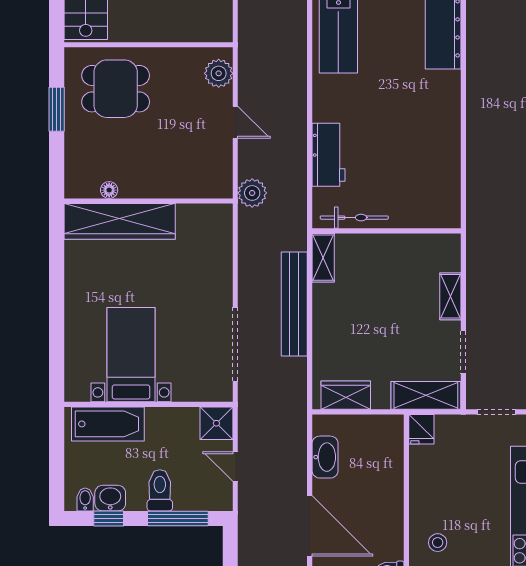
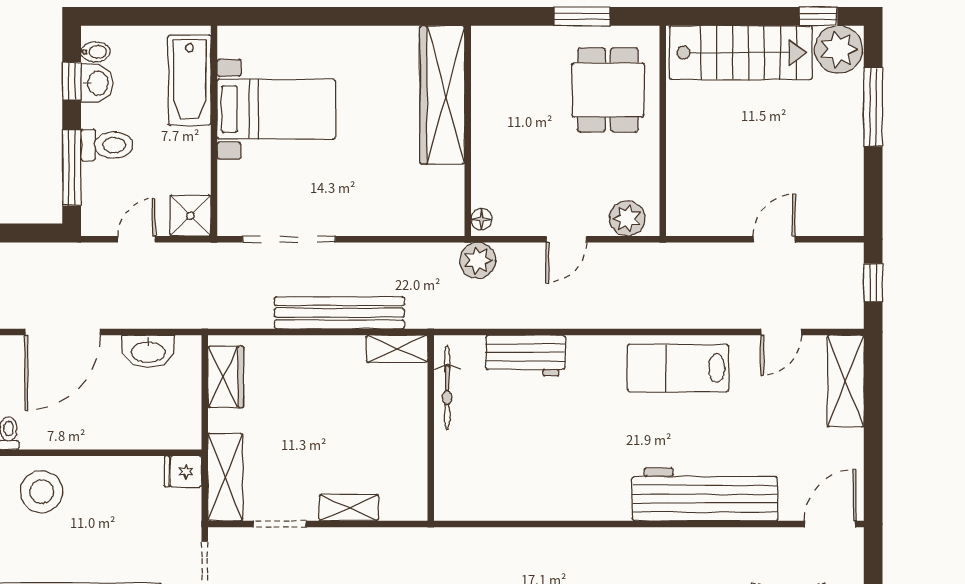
floor lamp: (109, 190) -> (481, 219), moved
stool: (438, 543) -> (42, 492), width x1.89, depth x1.89

